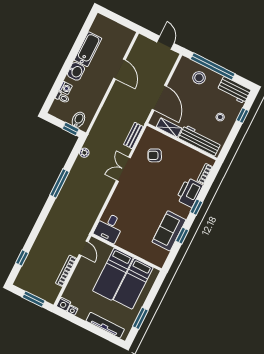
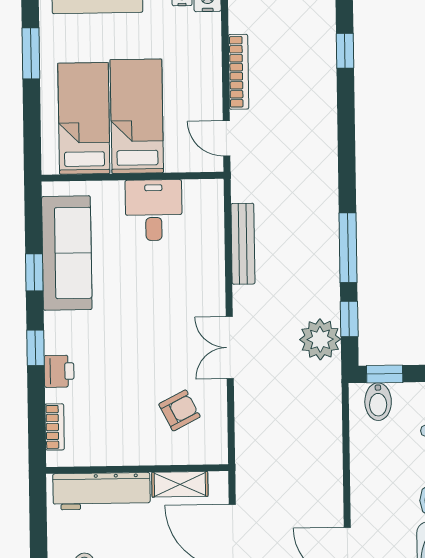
bench: (133, 135) -> (243, 244), moved, width x1.36
plant: (84, 153) -> (320, 339), width x1.87, depth x1.87
window: (73, 156) -> (349, 319), added
double door: (123, 169) -> (230, 348), swing flipped
printer: (189, 192) -> (59, 371), width x0.53, depth x0.68
desk: (109, 228) -> (154, 210), moved
sofa: (169, 231) -> (67, 253), width x1.36

